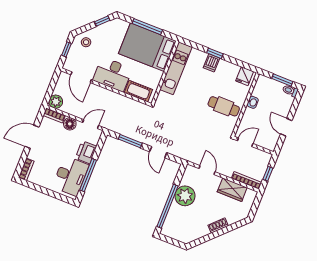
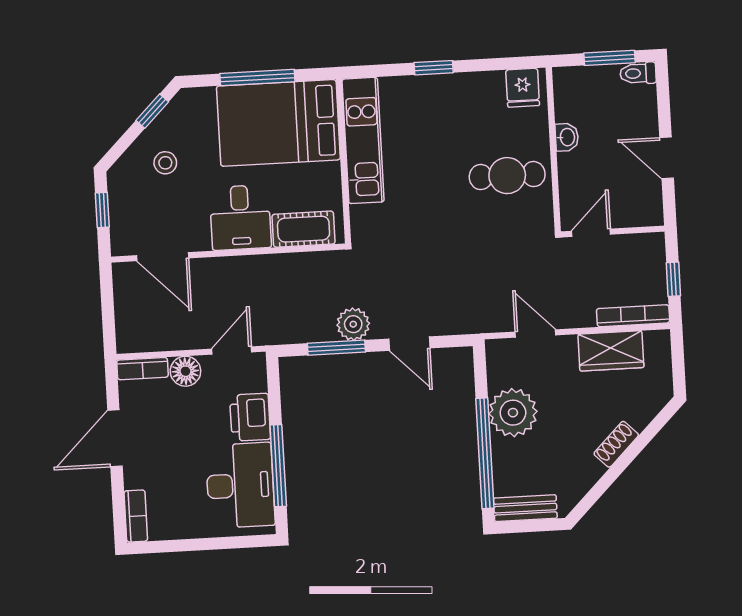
stool: (86, 42) -> (165, 163), moved
dishwasher: (211, 63) -> (436, 92), removed
desk: (113, 74) -> (240, 218), width x0.73
plant: (56, 102) -> (353, 324), moved
bench: (173, 234) -> (525, 508), added

